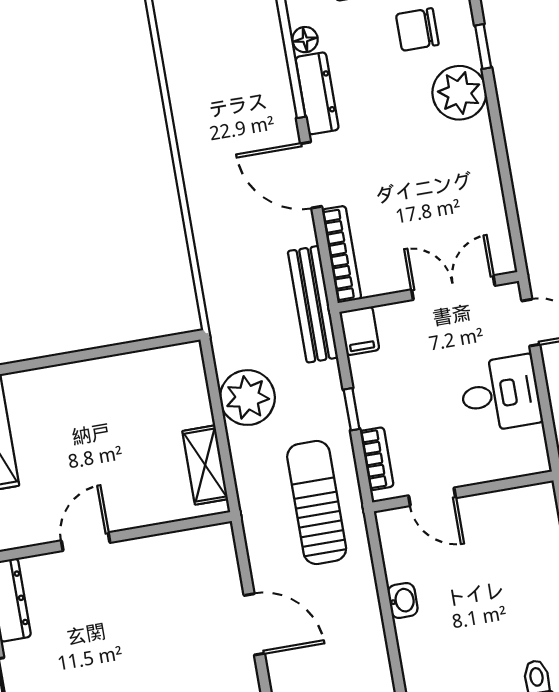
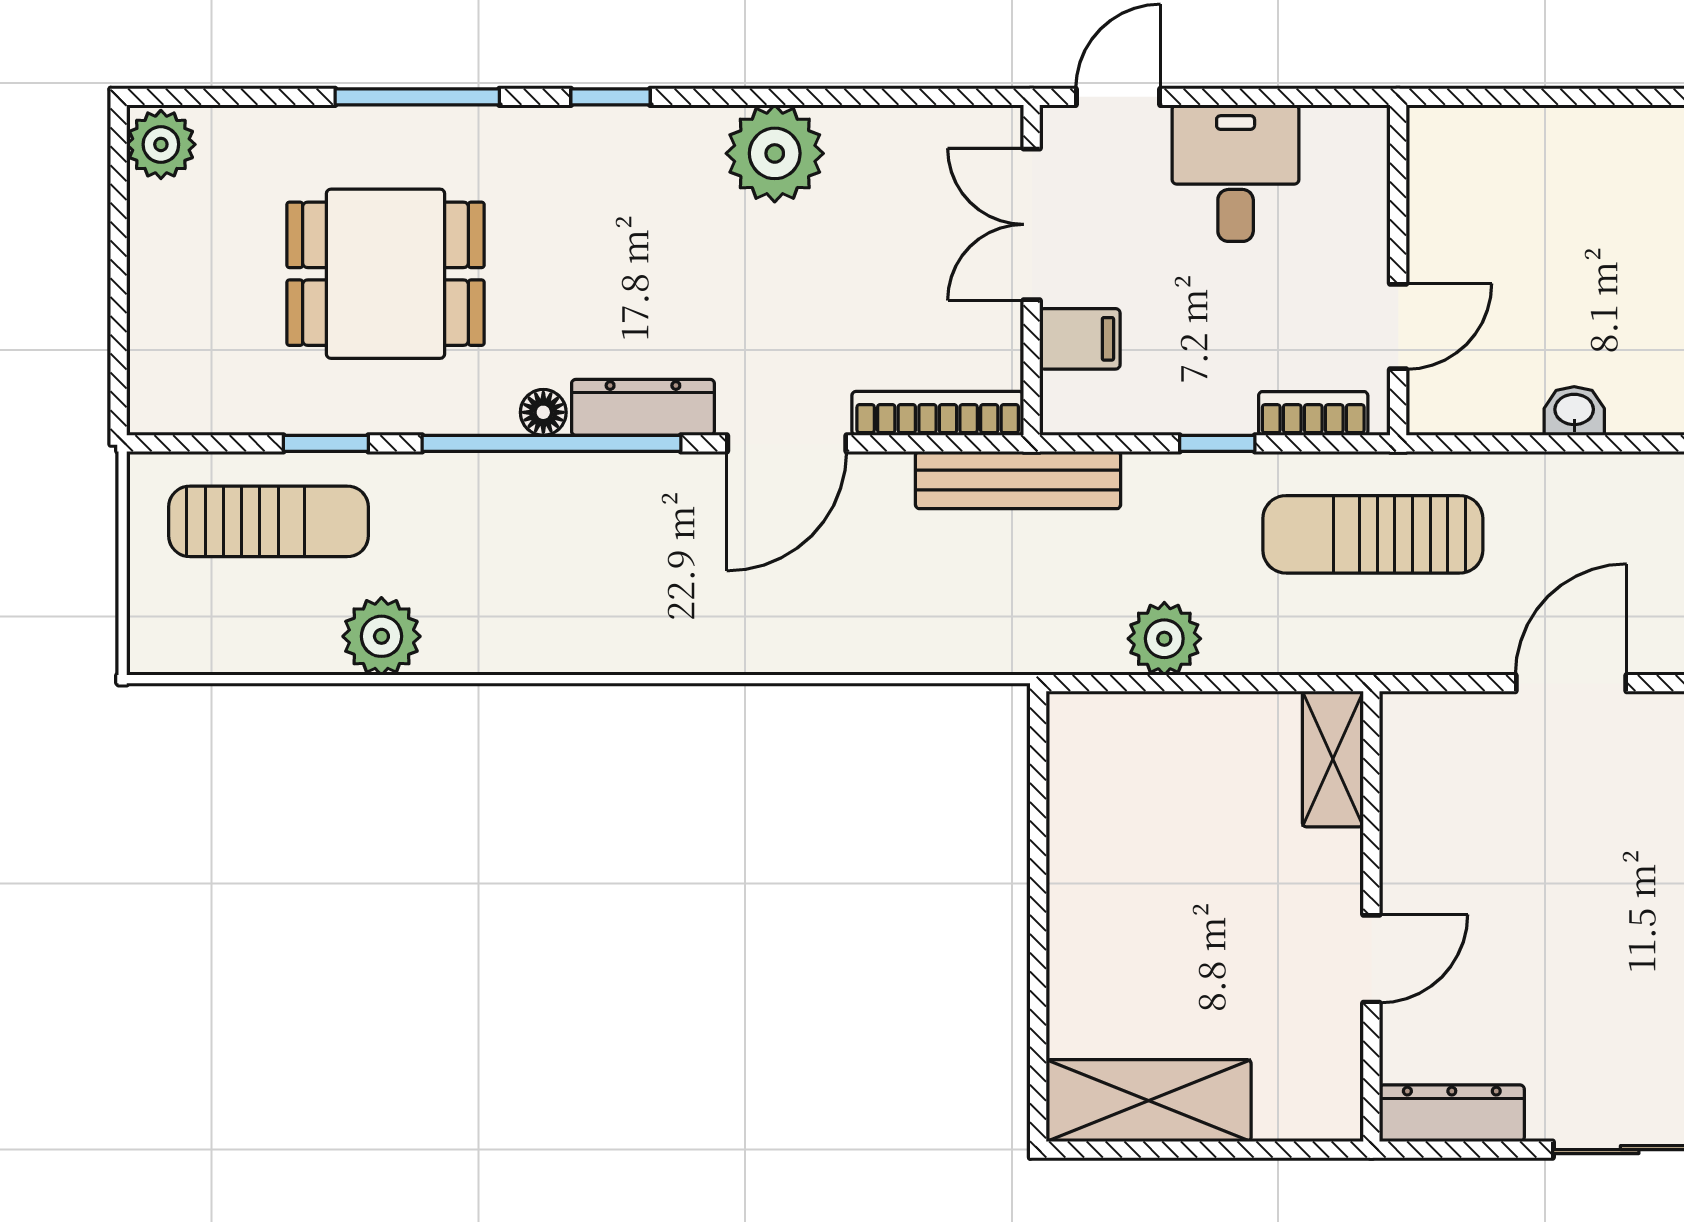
chair: (417, 30) -> (560, 209), removed
plant: (459, 93) -> (775, 153), moved
filing cabinet: (359, 331) -> (1080, 339), moved
plant: (247, 398) -> (1164, 639), width x0.73, depth x0.73
shelving: (205, 465) -> (1333, 759), moved, turned 90
door: (86, 542) -> (1371, 959), swing flipped

